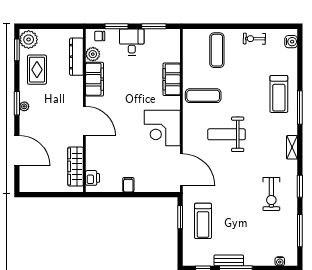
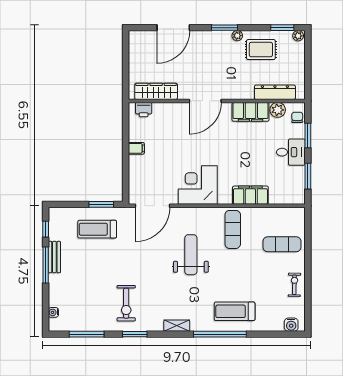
plant: (29, 40) -> (298, 36), width x0.53, depth x0.53
plant: (24, 106) -> (237, 36), moved
window: (300, 107) -> (220, 334), width x1.46
exercise bike: (271, 194) -> (126, 303), turned -90

